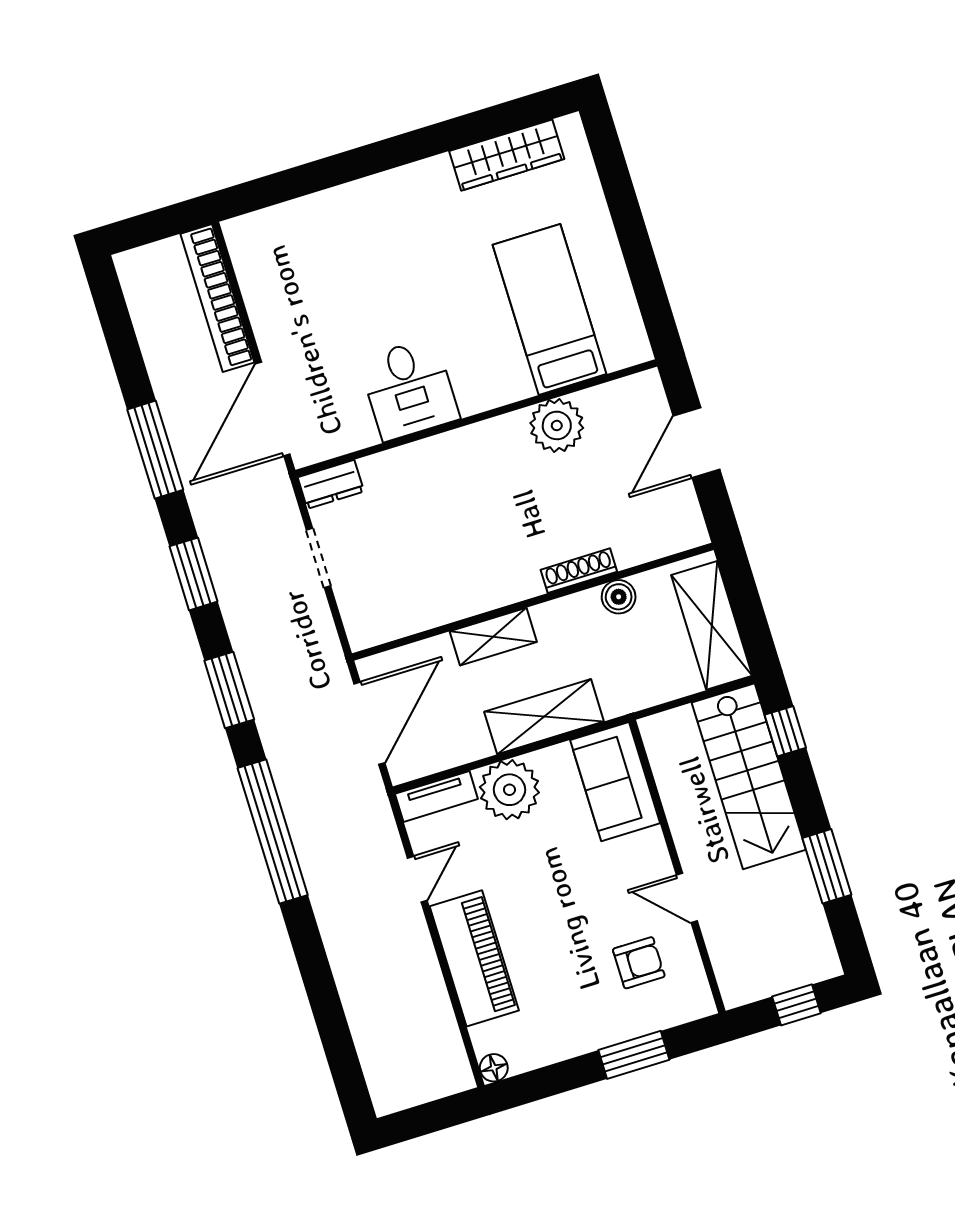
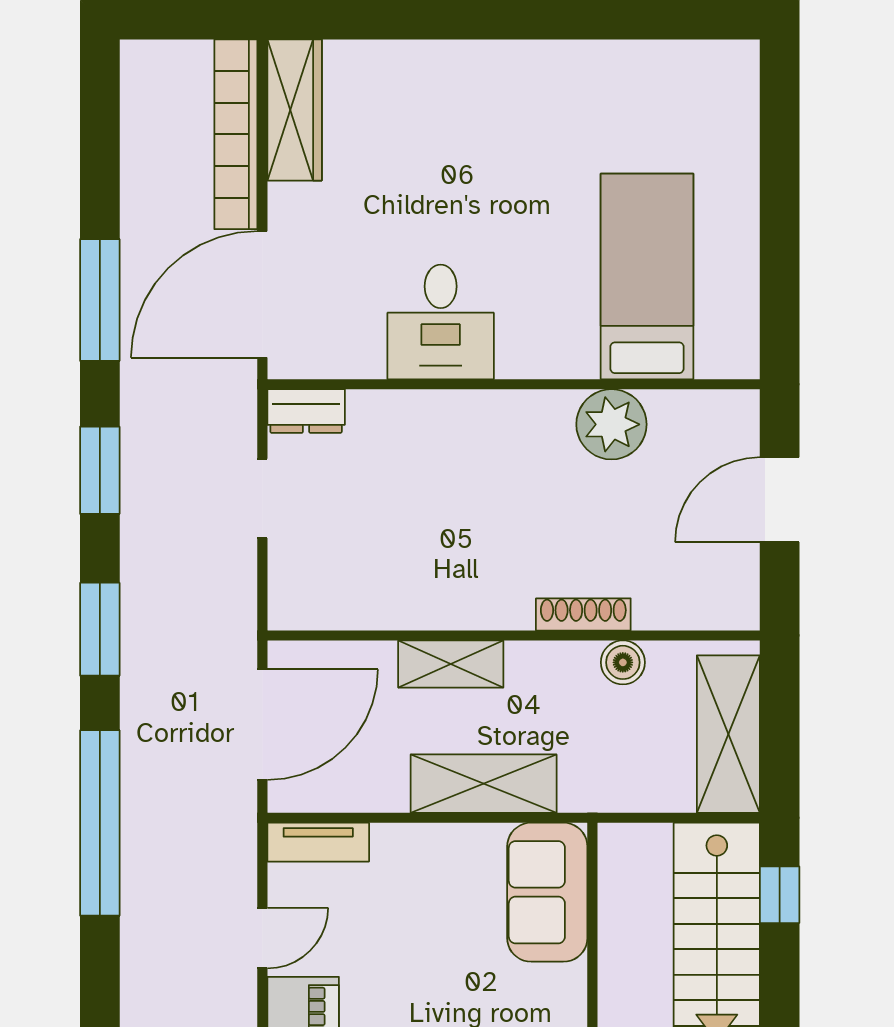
wardrobe: (507, 155) -> (295, 110), moved, turned -90
plant: (509, 790) -> (412, 862), removed

